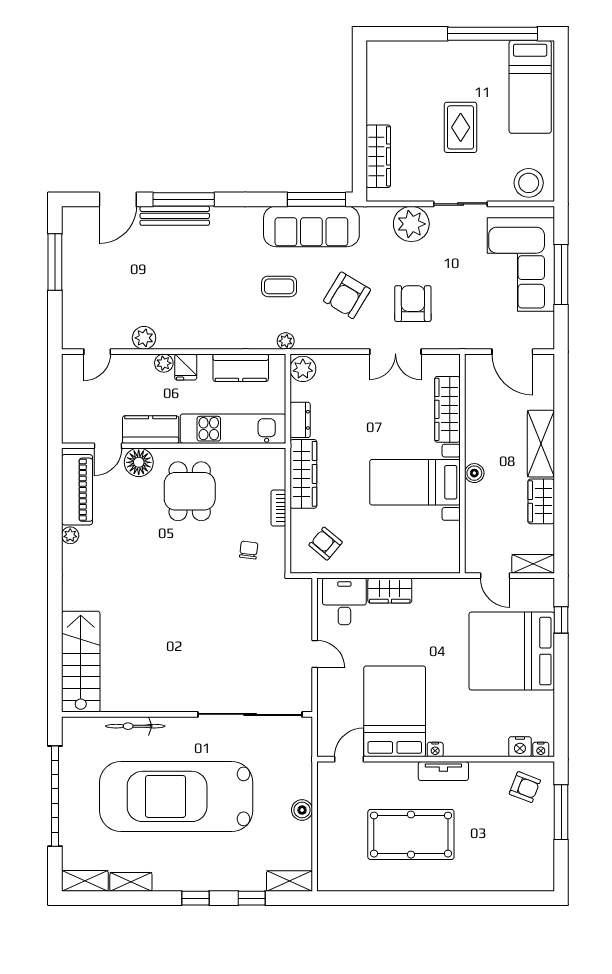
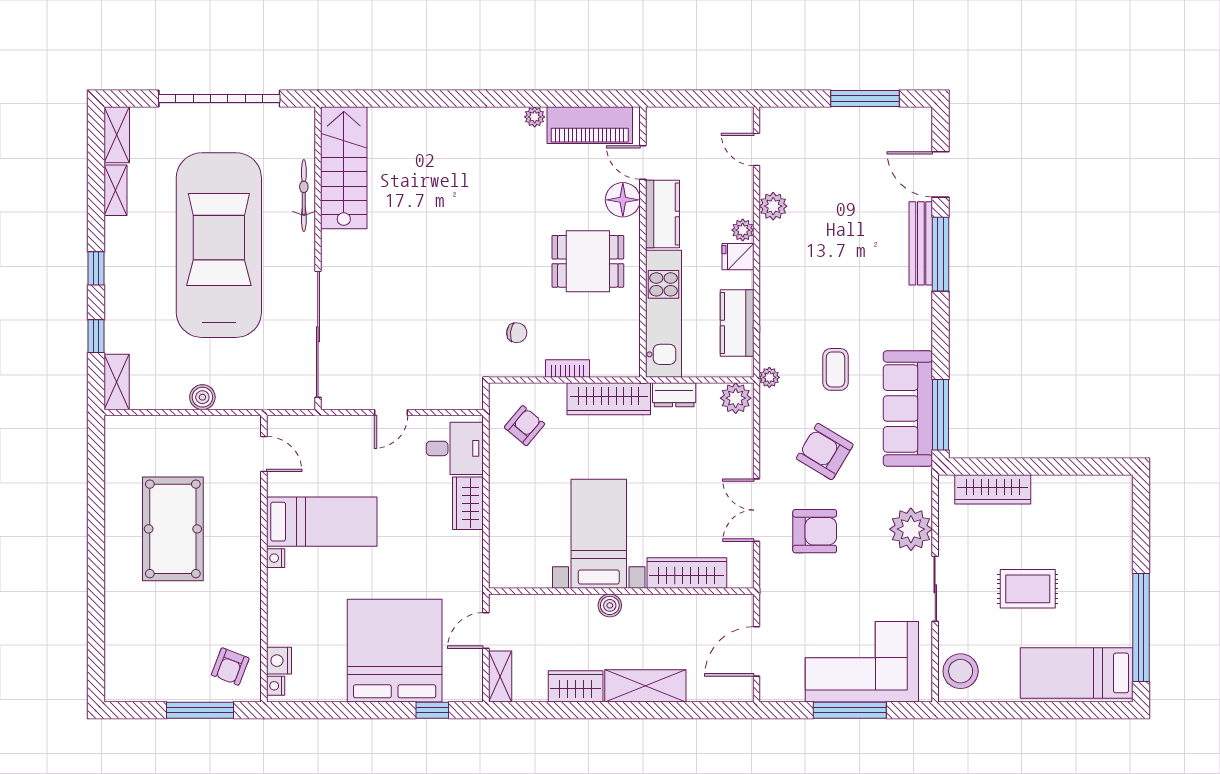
stairs: (81, 662) -> (344, 168), moved, turned -90
bed: (395, 711) -> (322, 522), width x0.67
tv unit: (443, 771) -> (250, 568), removed

